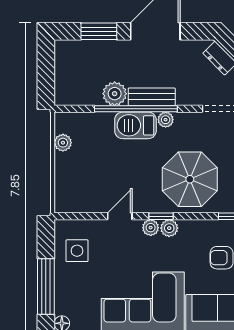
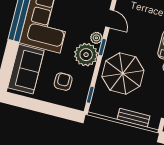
plant: (169, 228) -> (86, 55), width x1.87, depth x1.87

